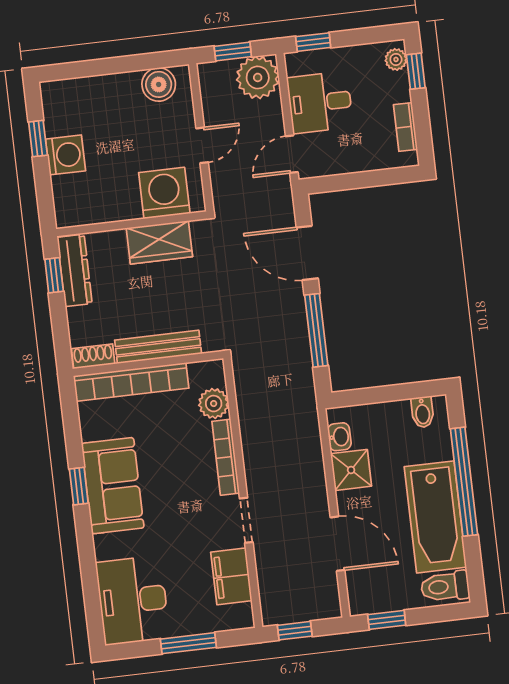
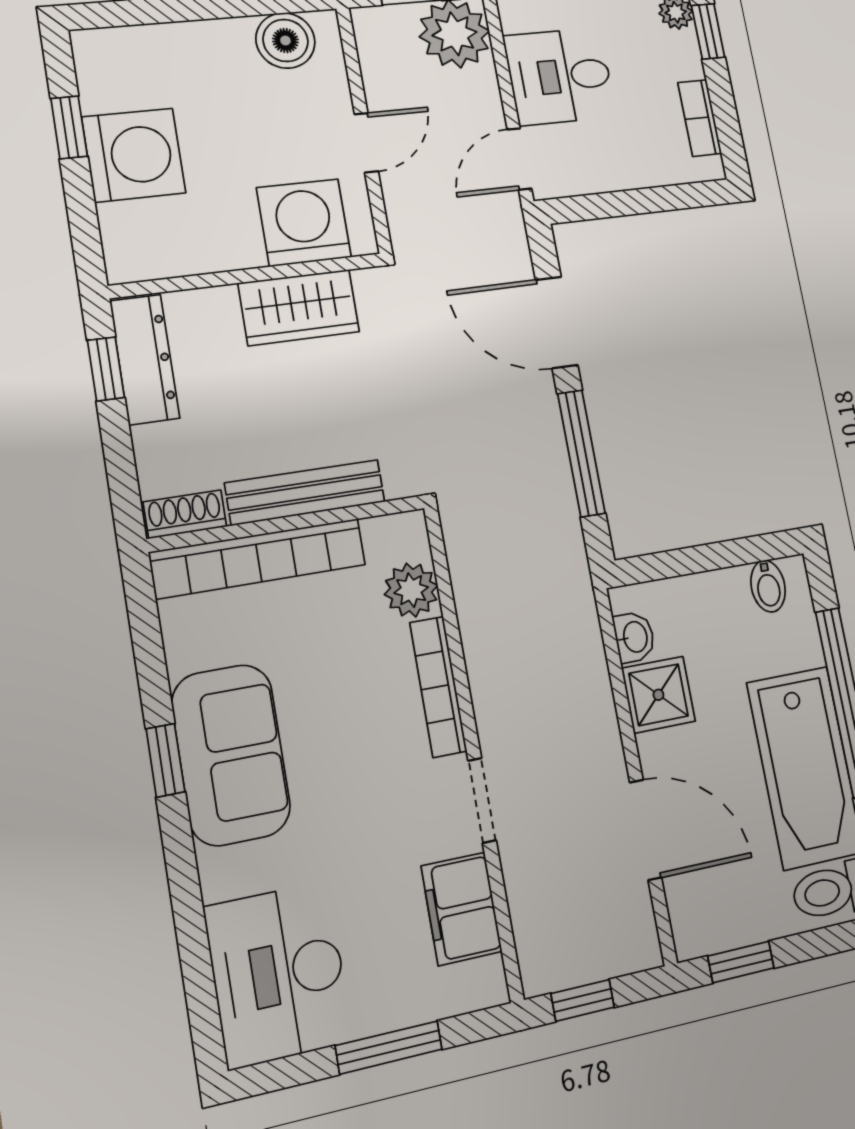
washing machine: (65, 155) -> (134, 155), width x1.37, depth x1.37

